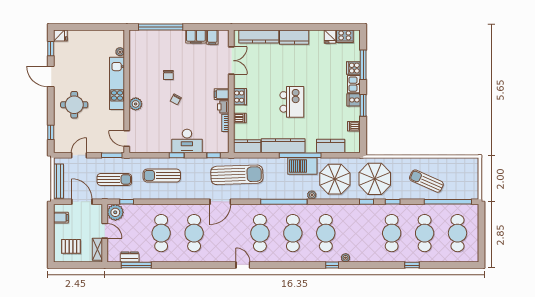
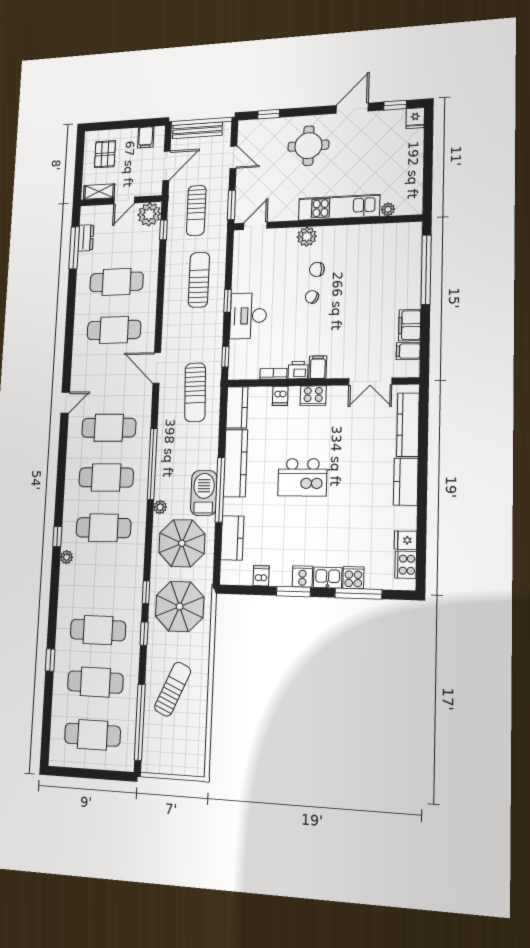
chair: (168, 75) -> (317, 269), moved
sun lounger: (237, 175) -> (195, 392), width x0.73, depth x0.75

